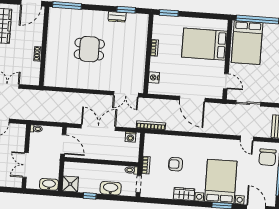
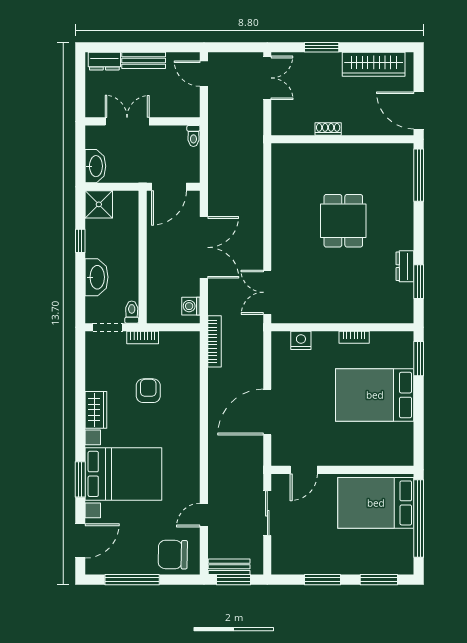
bed: (204, 44) -> (375, 395), moved, turned -90

